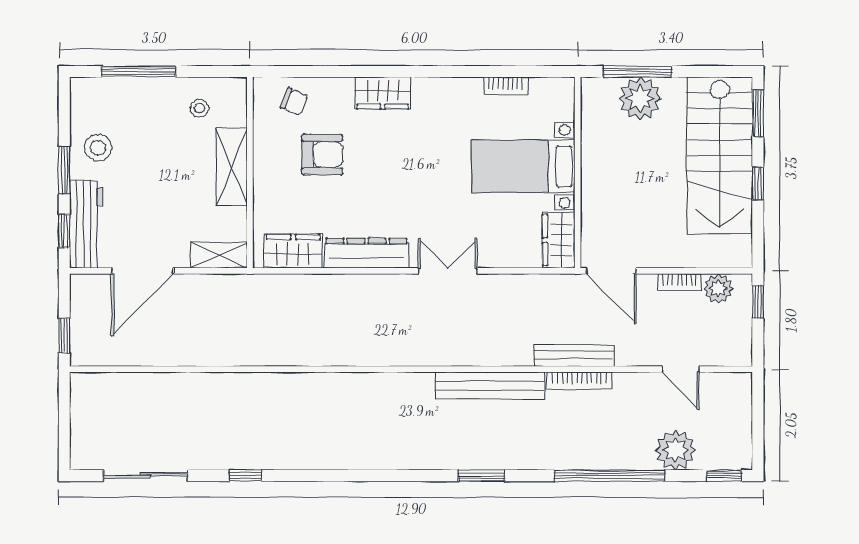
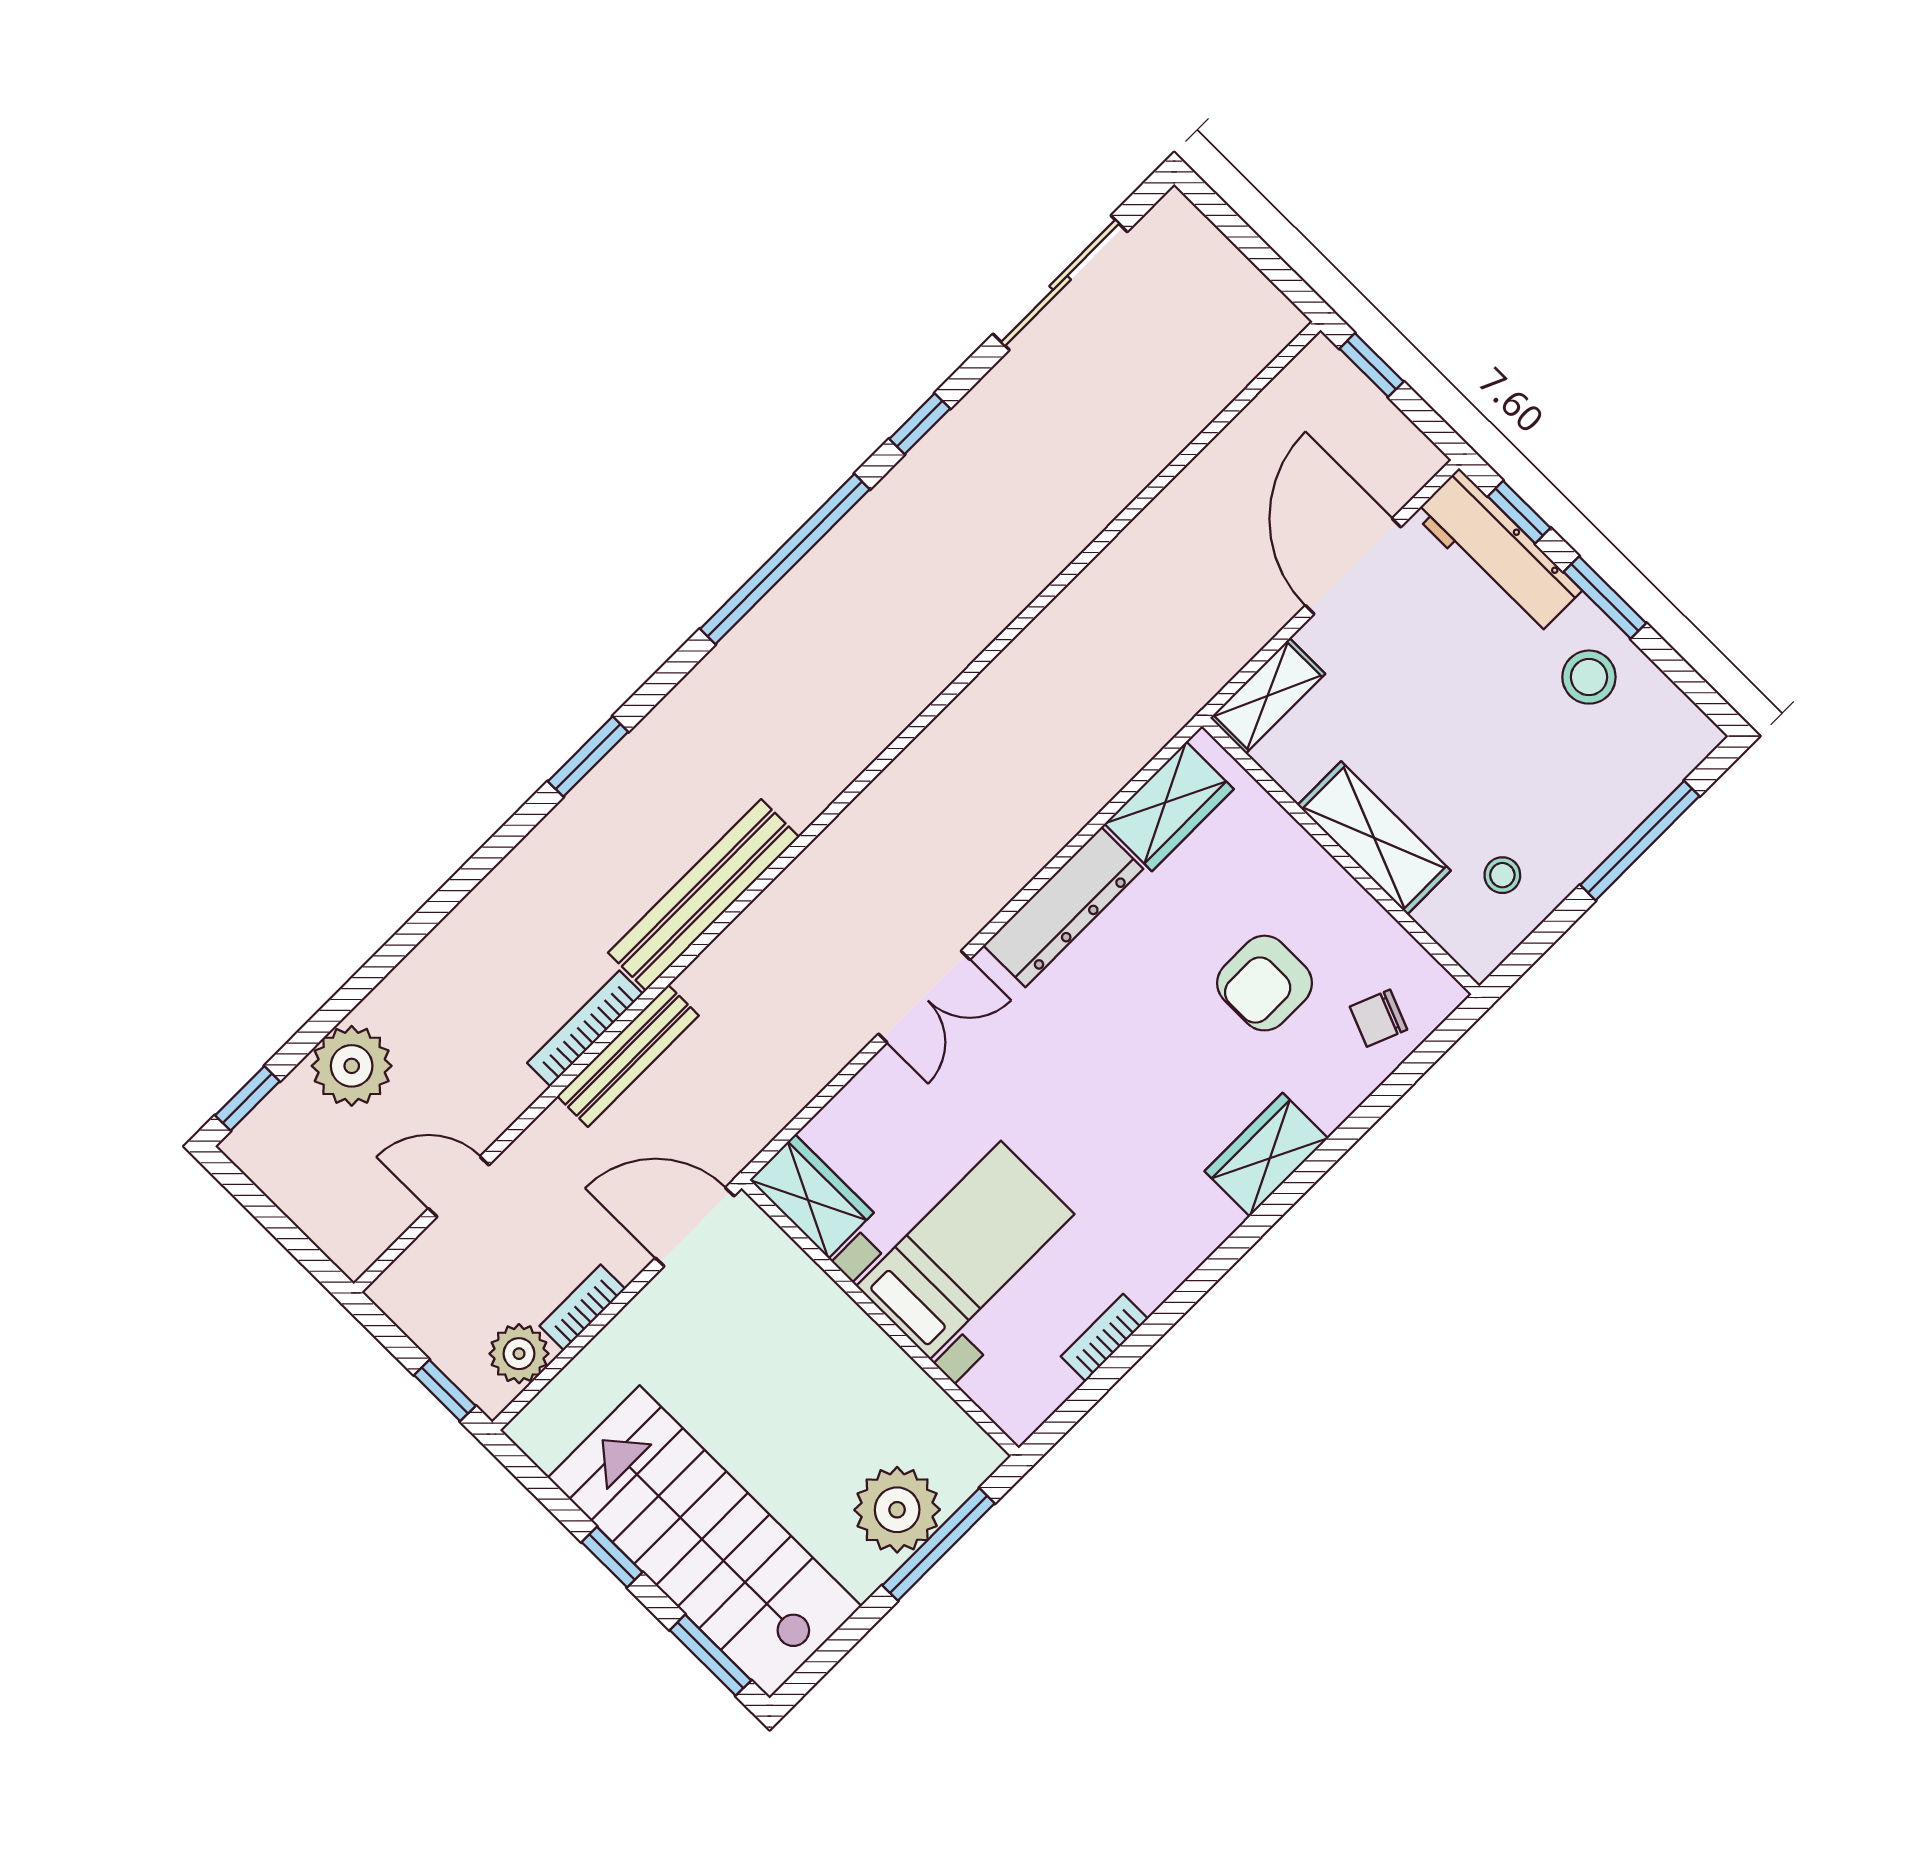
window: (609, 476) -> (785, 559), moved

